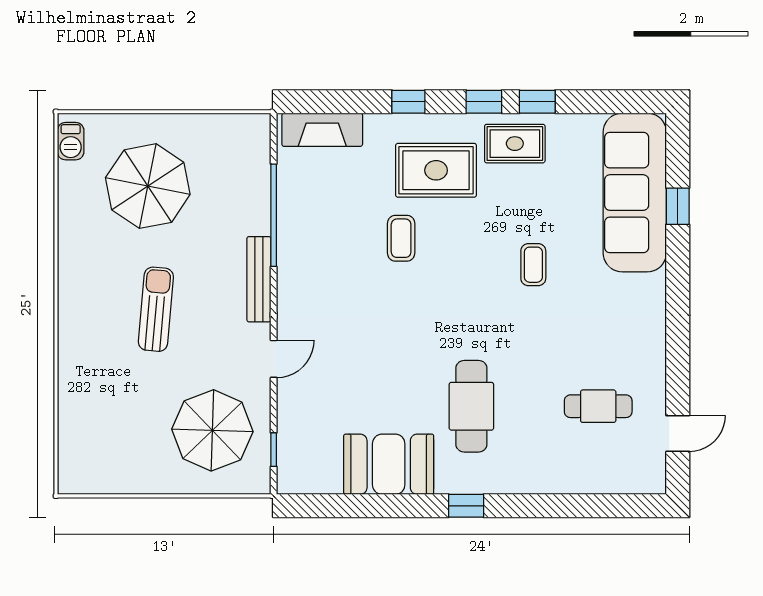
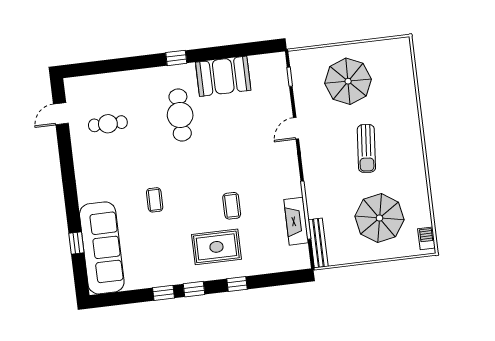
fireplace: (322, 130) -> (296, 221), moved, turned -90
rug: (515, 144) -> (173, 268), removed
bench: (259, 279) -> (318, 243), moved
parasol: (212, 430) -> (348, 81), moved

